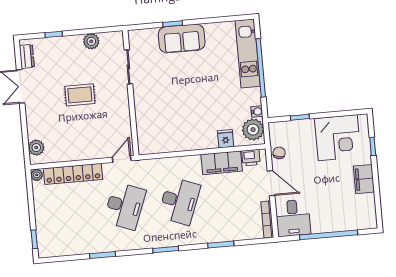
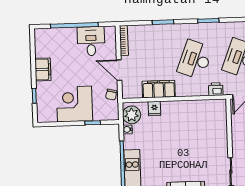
corner desk: (338, 138) -> (74, 104), moved
printer: (251, 158) -> (216, 89), moved
desk: (293, 218) -> (91, 41), moved

